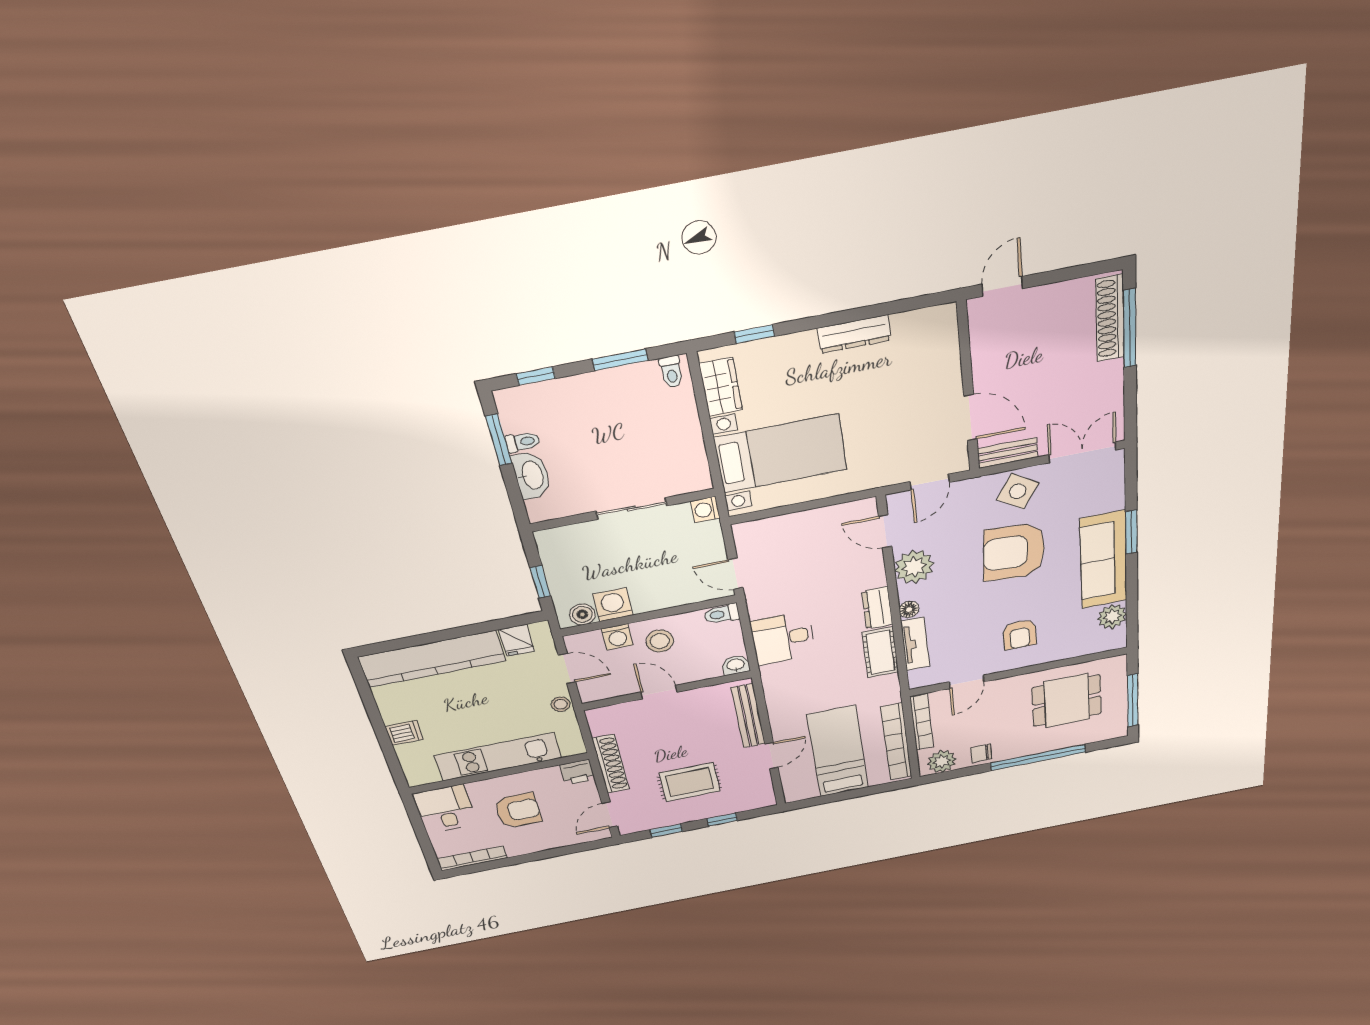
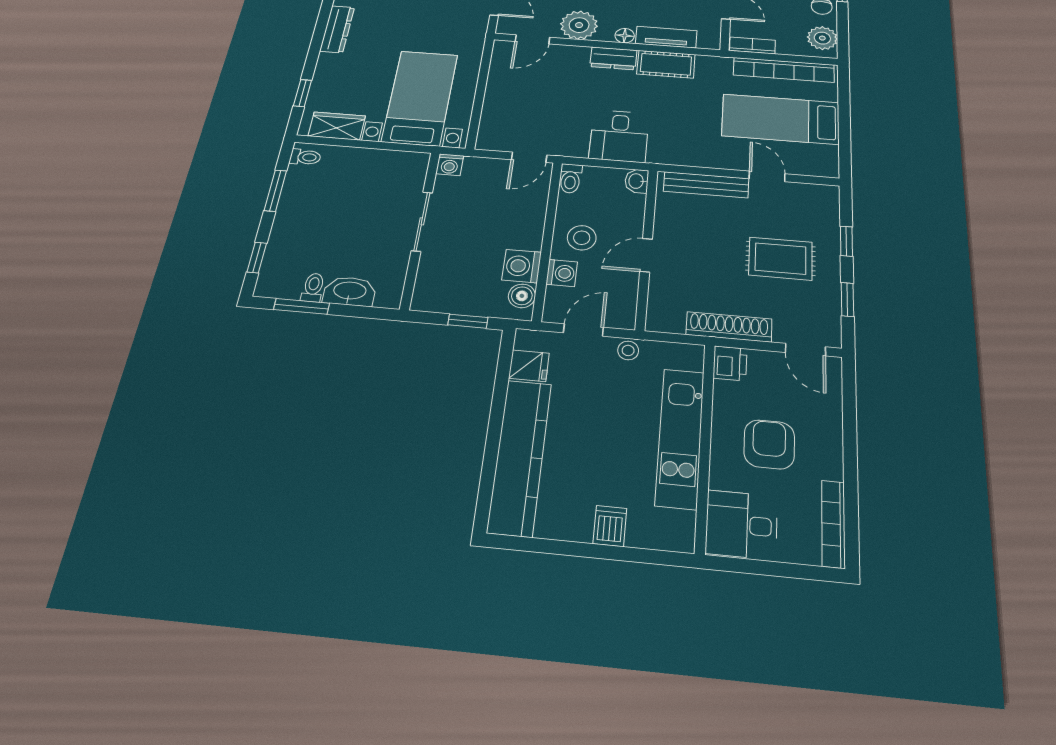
bookcase: (922, 722) -> (752, 45), width x0.64
rug: (689, 782) -> (781, 259), turned 90

